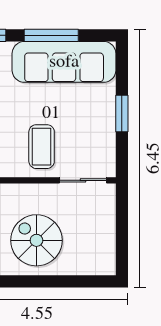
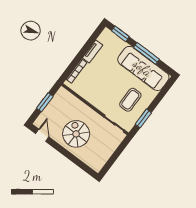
window: (122, 114) -> (143, 119), moved
coffee table: (42, 147) -> (130, 100), moved

